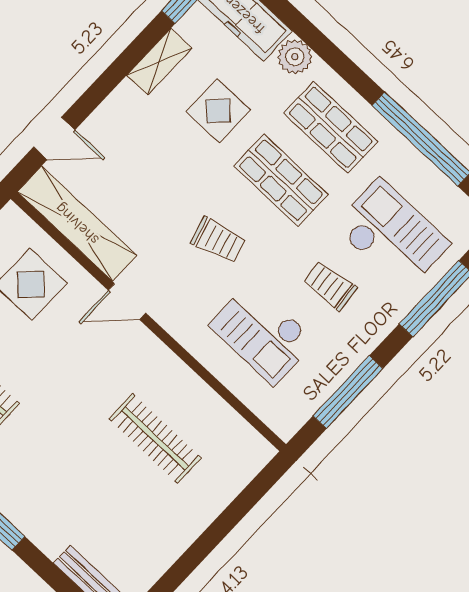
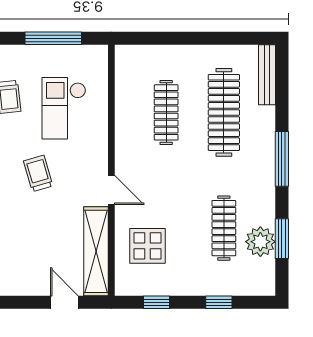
checkout: (262, 333) -> (64, 108), turned 180
clothes rail: (97, 500) -> (224, 112), added

